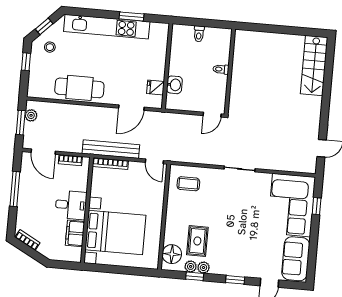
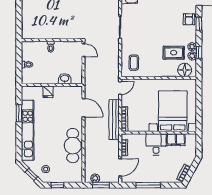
fridge: (156, 88) -> (48, 92), moved
armchair: (242, 266) -> (189, 19), added

